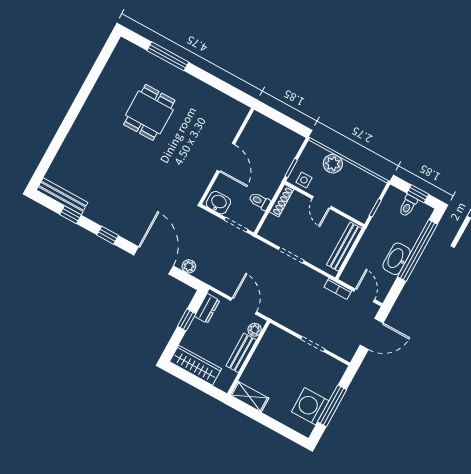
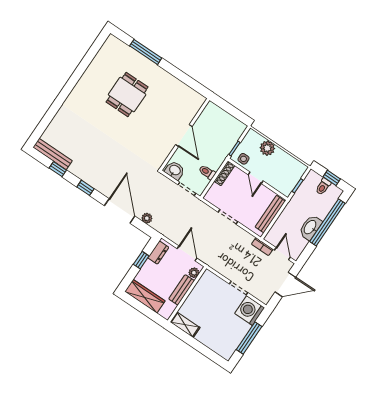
washing machine: (310, 406) -> (250, 311), moved

